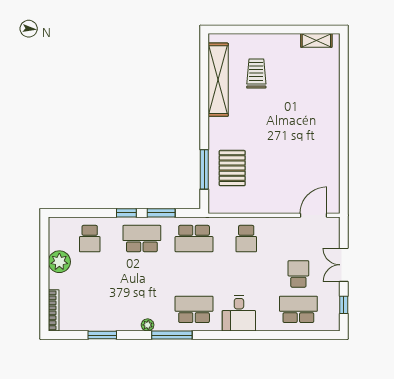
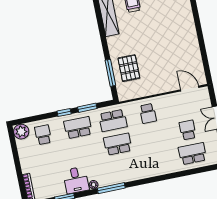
door: (314, 215) -> (190, 89), hinge flipped
school desk: (90, 239) -> (43, 135), turned 180
plant: (59, 262) -> (21, 132), moved
school desk: (194, 309) -> (118, 144), moved
desk: (239, 313) -> (76, 180), moved

